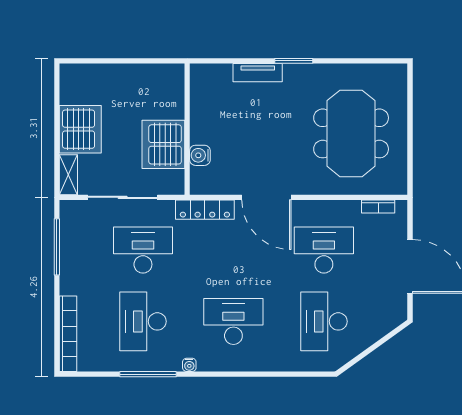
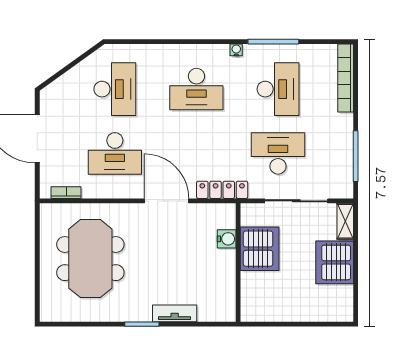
desk: (143, 250) -> (278, 153), turned 180

